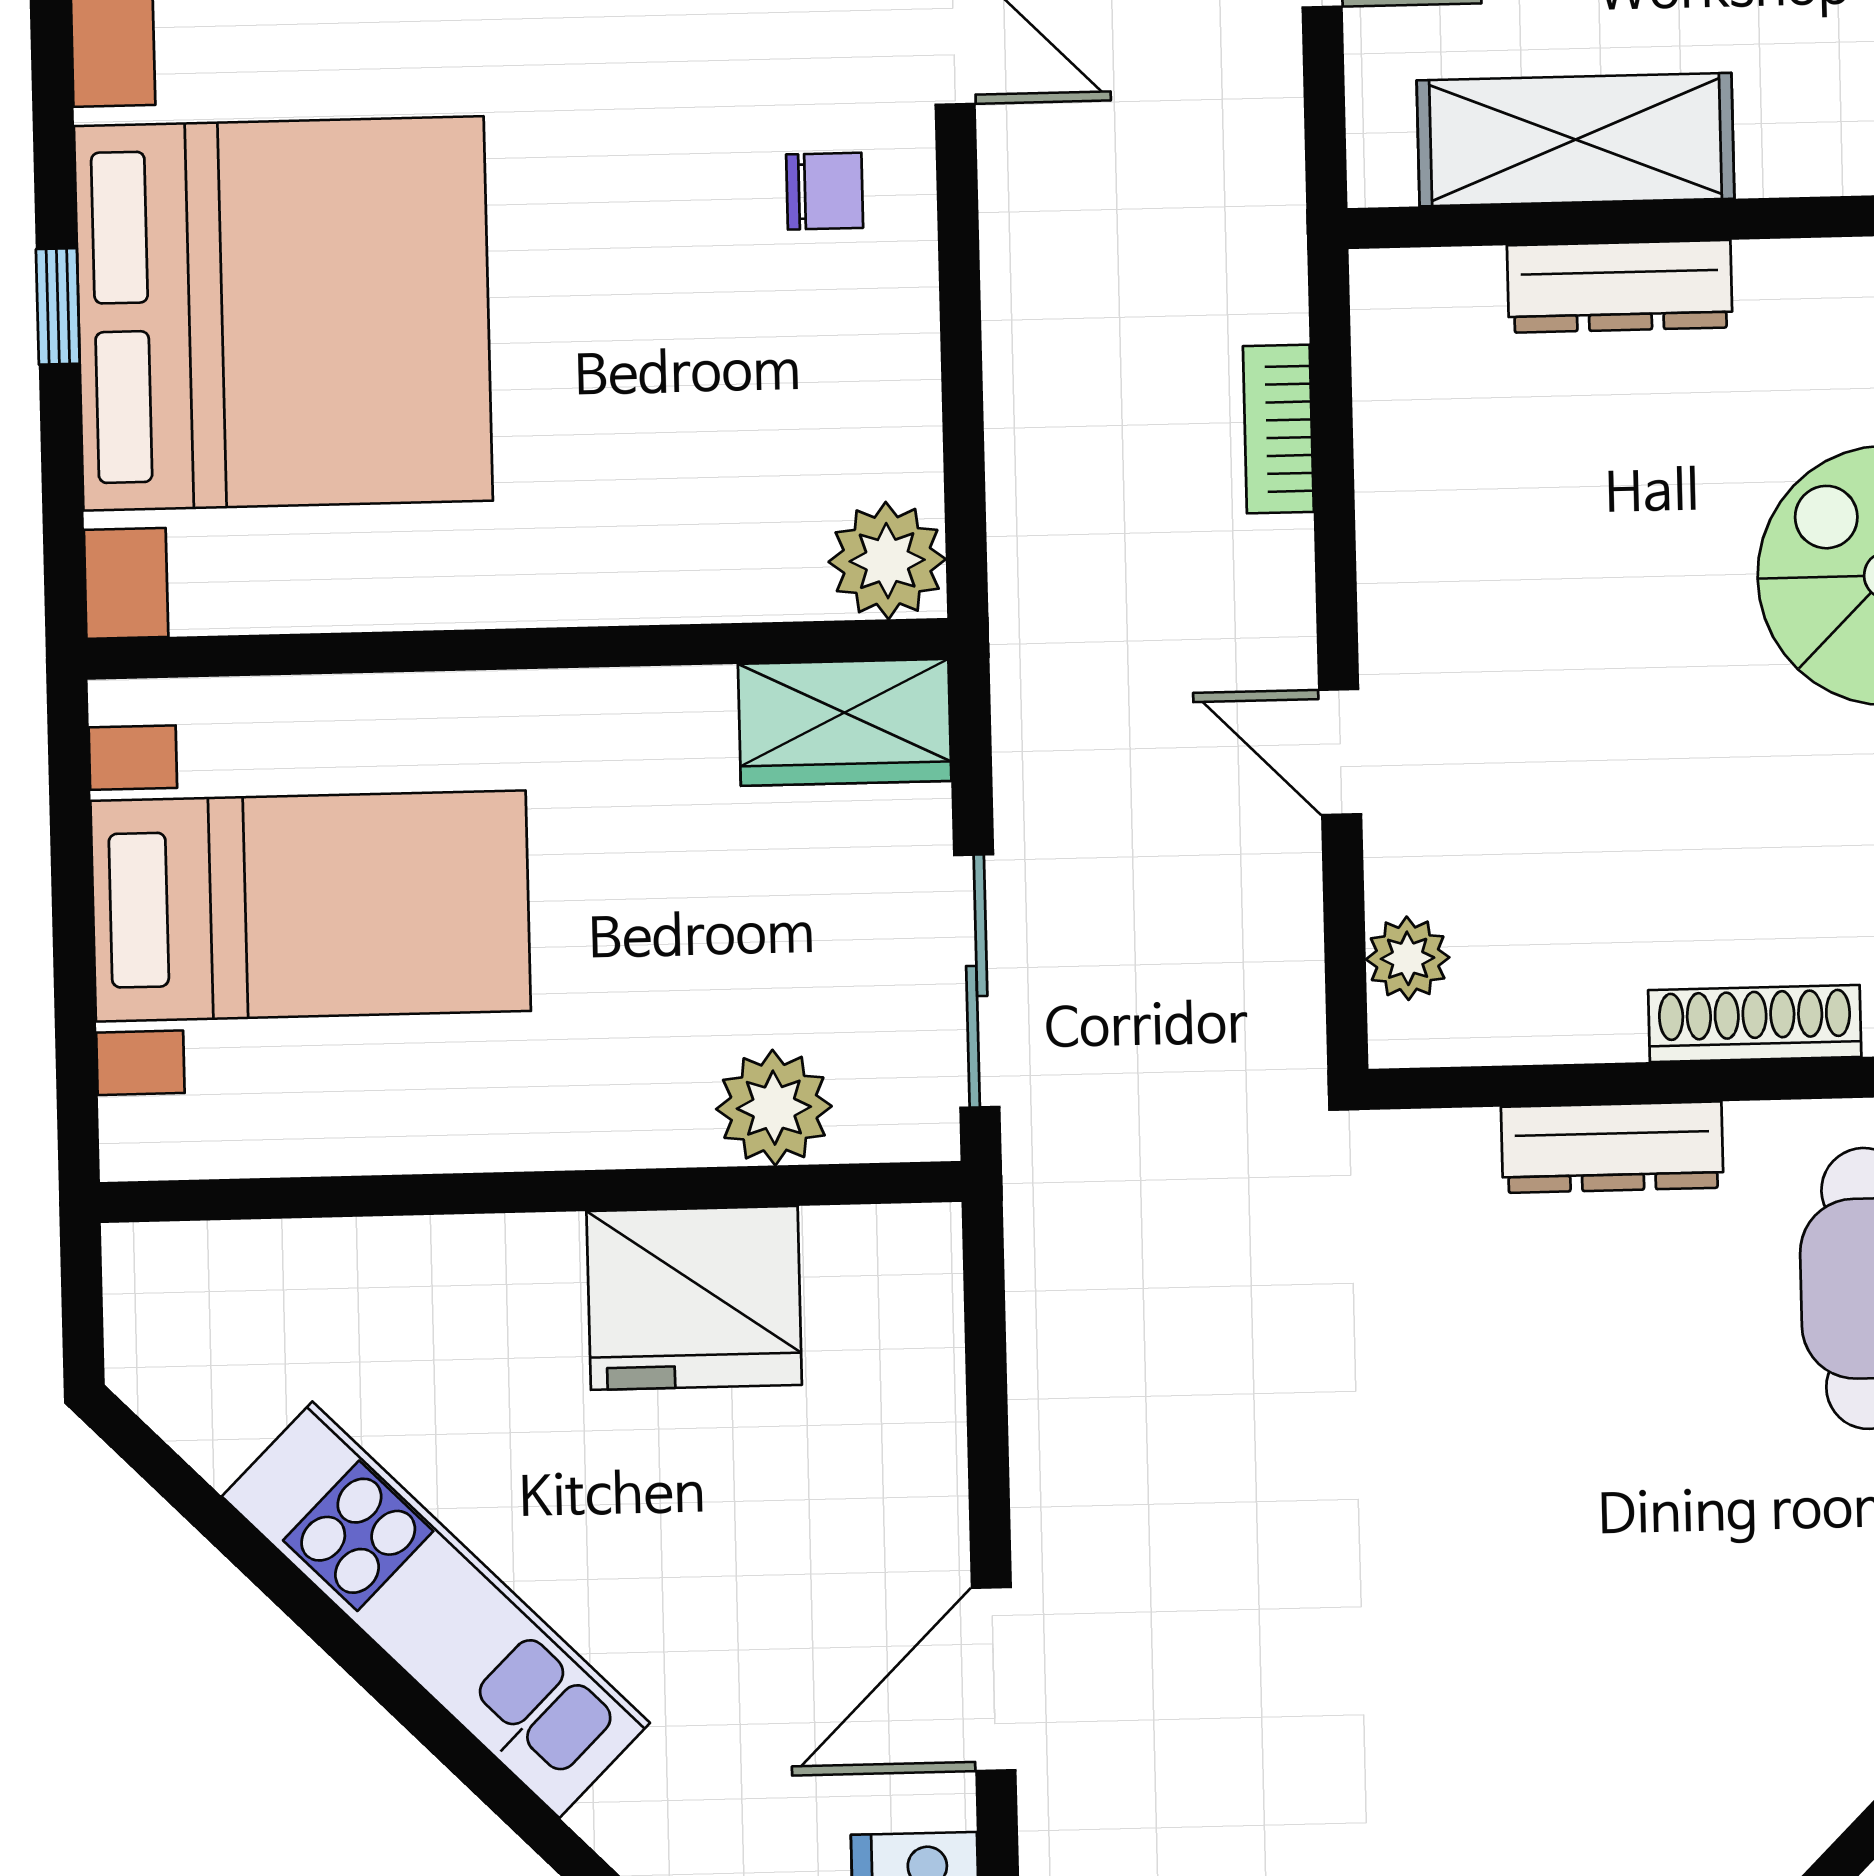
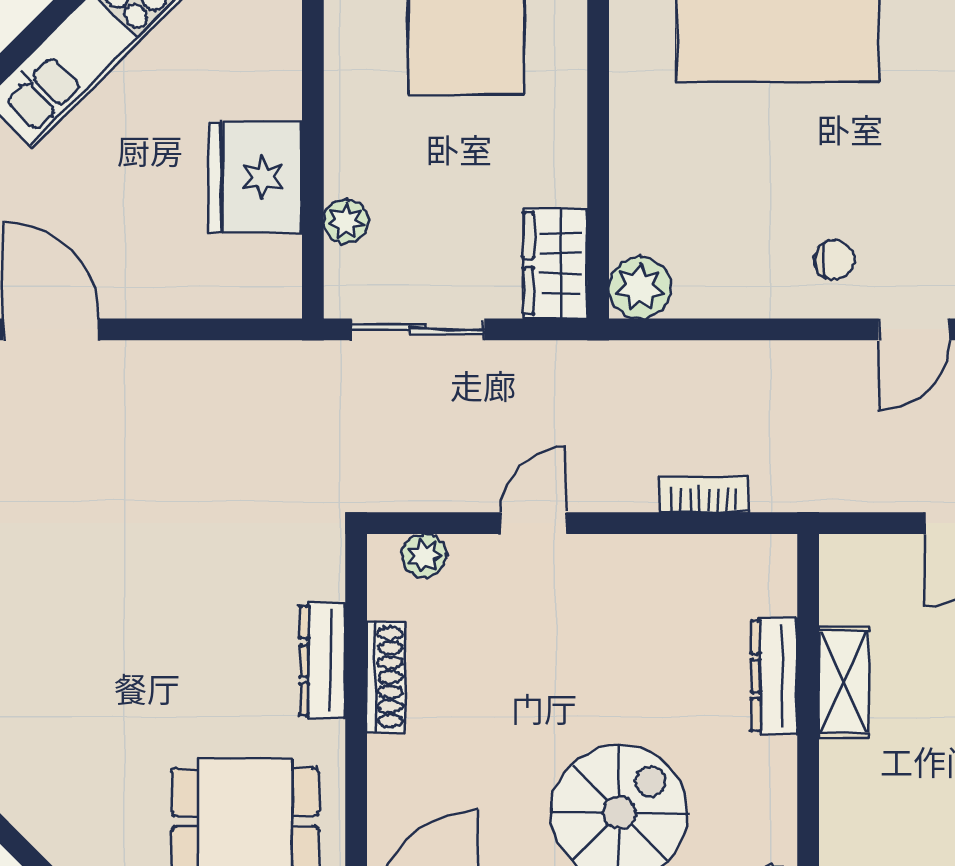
shelving: (1575, 140) -> (844, 682), width x0.67, depth x0.75
chair: (825, 191) -> (835, 260), turned -90
shoe rack: (1755, 1024) -> (386, 677), moved
plant: (774, 1108) -> (346, 221), width x0.73, depth x0.73

